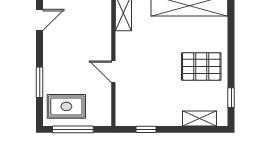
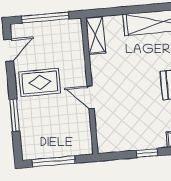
rug: (66, 106) -> (40, 82), moved
window: (146, 129) -> (147, 153), moved

